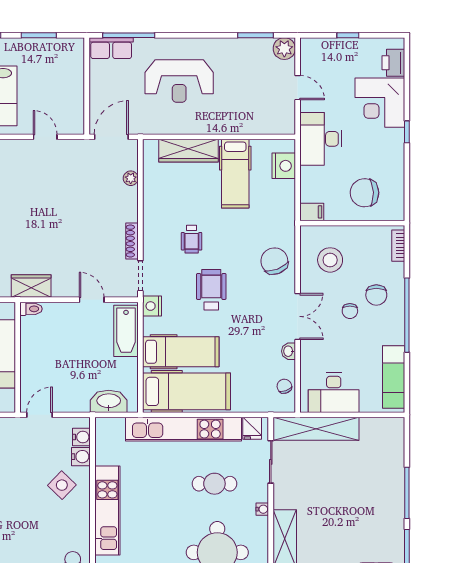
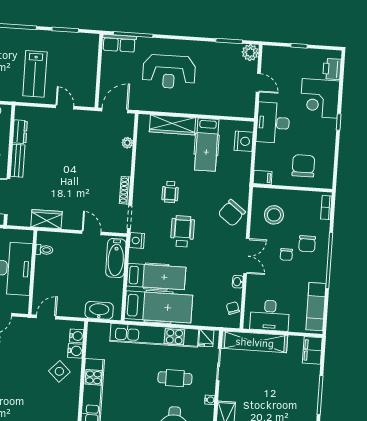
chair: (364, 193) -> (303, 166), turned 92
chair: (274, 261) -> (232, 213), turned -122
toilet: (31, 309) -> (44, 250), moved
filing cabinet: (393, 435) -> (312, 350), added

